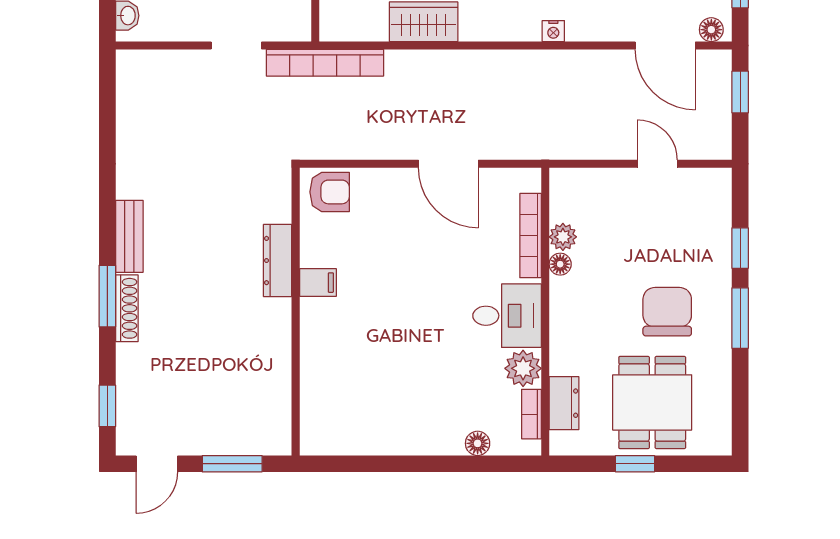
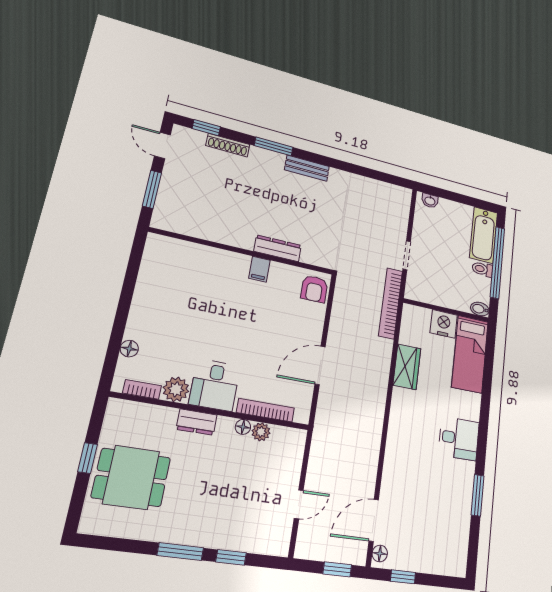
nightstand: (553, 31) -> (392, 447), removed
shoe rack: (127, 308) -> (228, 145), moved
chair: (667, 312) -> (196, 498), removed
dresser: (564, 403) -> (197, 422), moved

